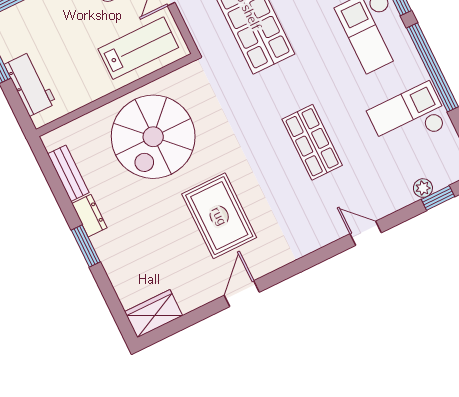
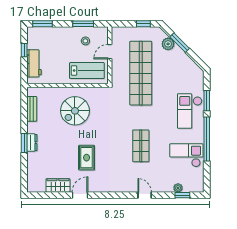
spiral stairs: (153, 137) -> (75, 111), width x0.73, depth x0.73
dresser: (90, 216) -> (32, 143), moved
rug: (219, 216) -> (87, 158), width x0.73, depth x0.70
wardrobe: (154, 314) -> (58, 185), moved

